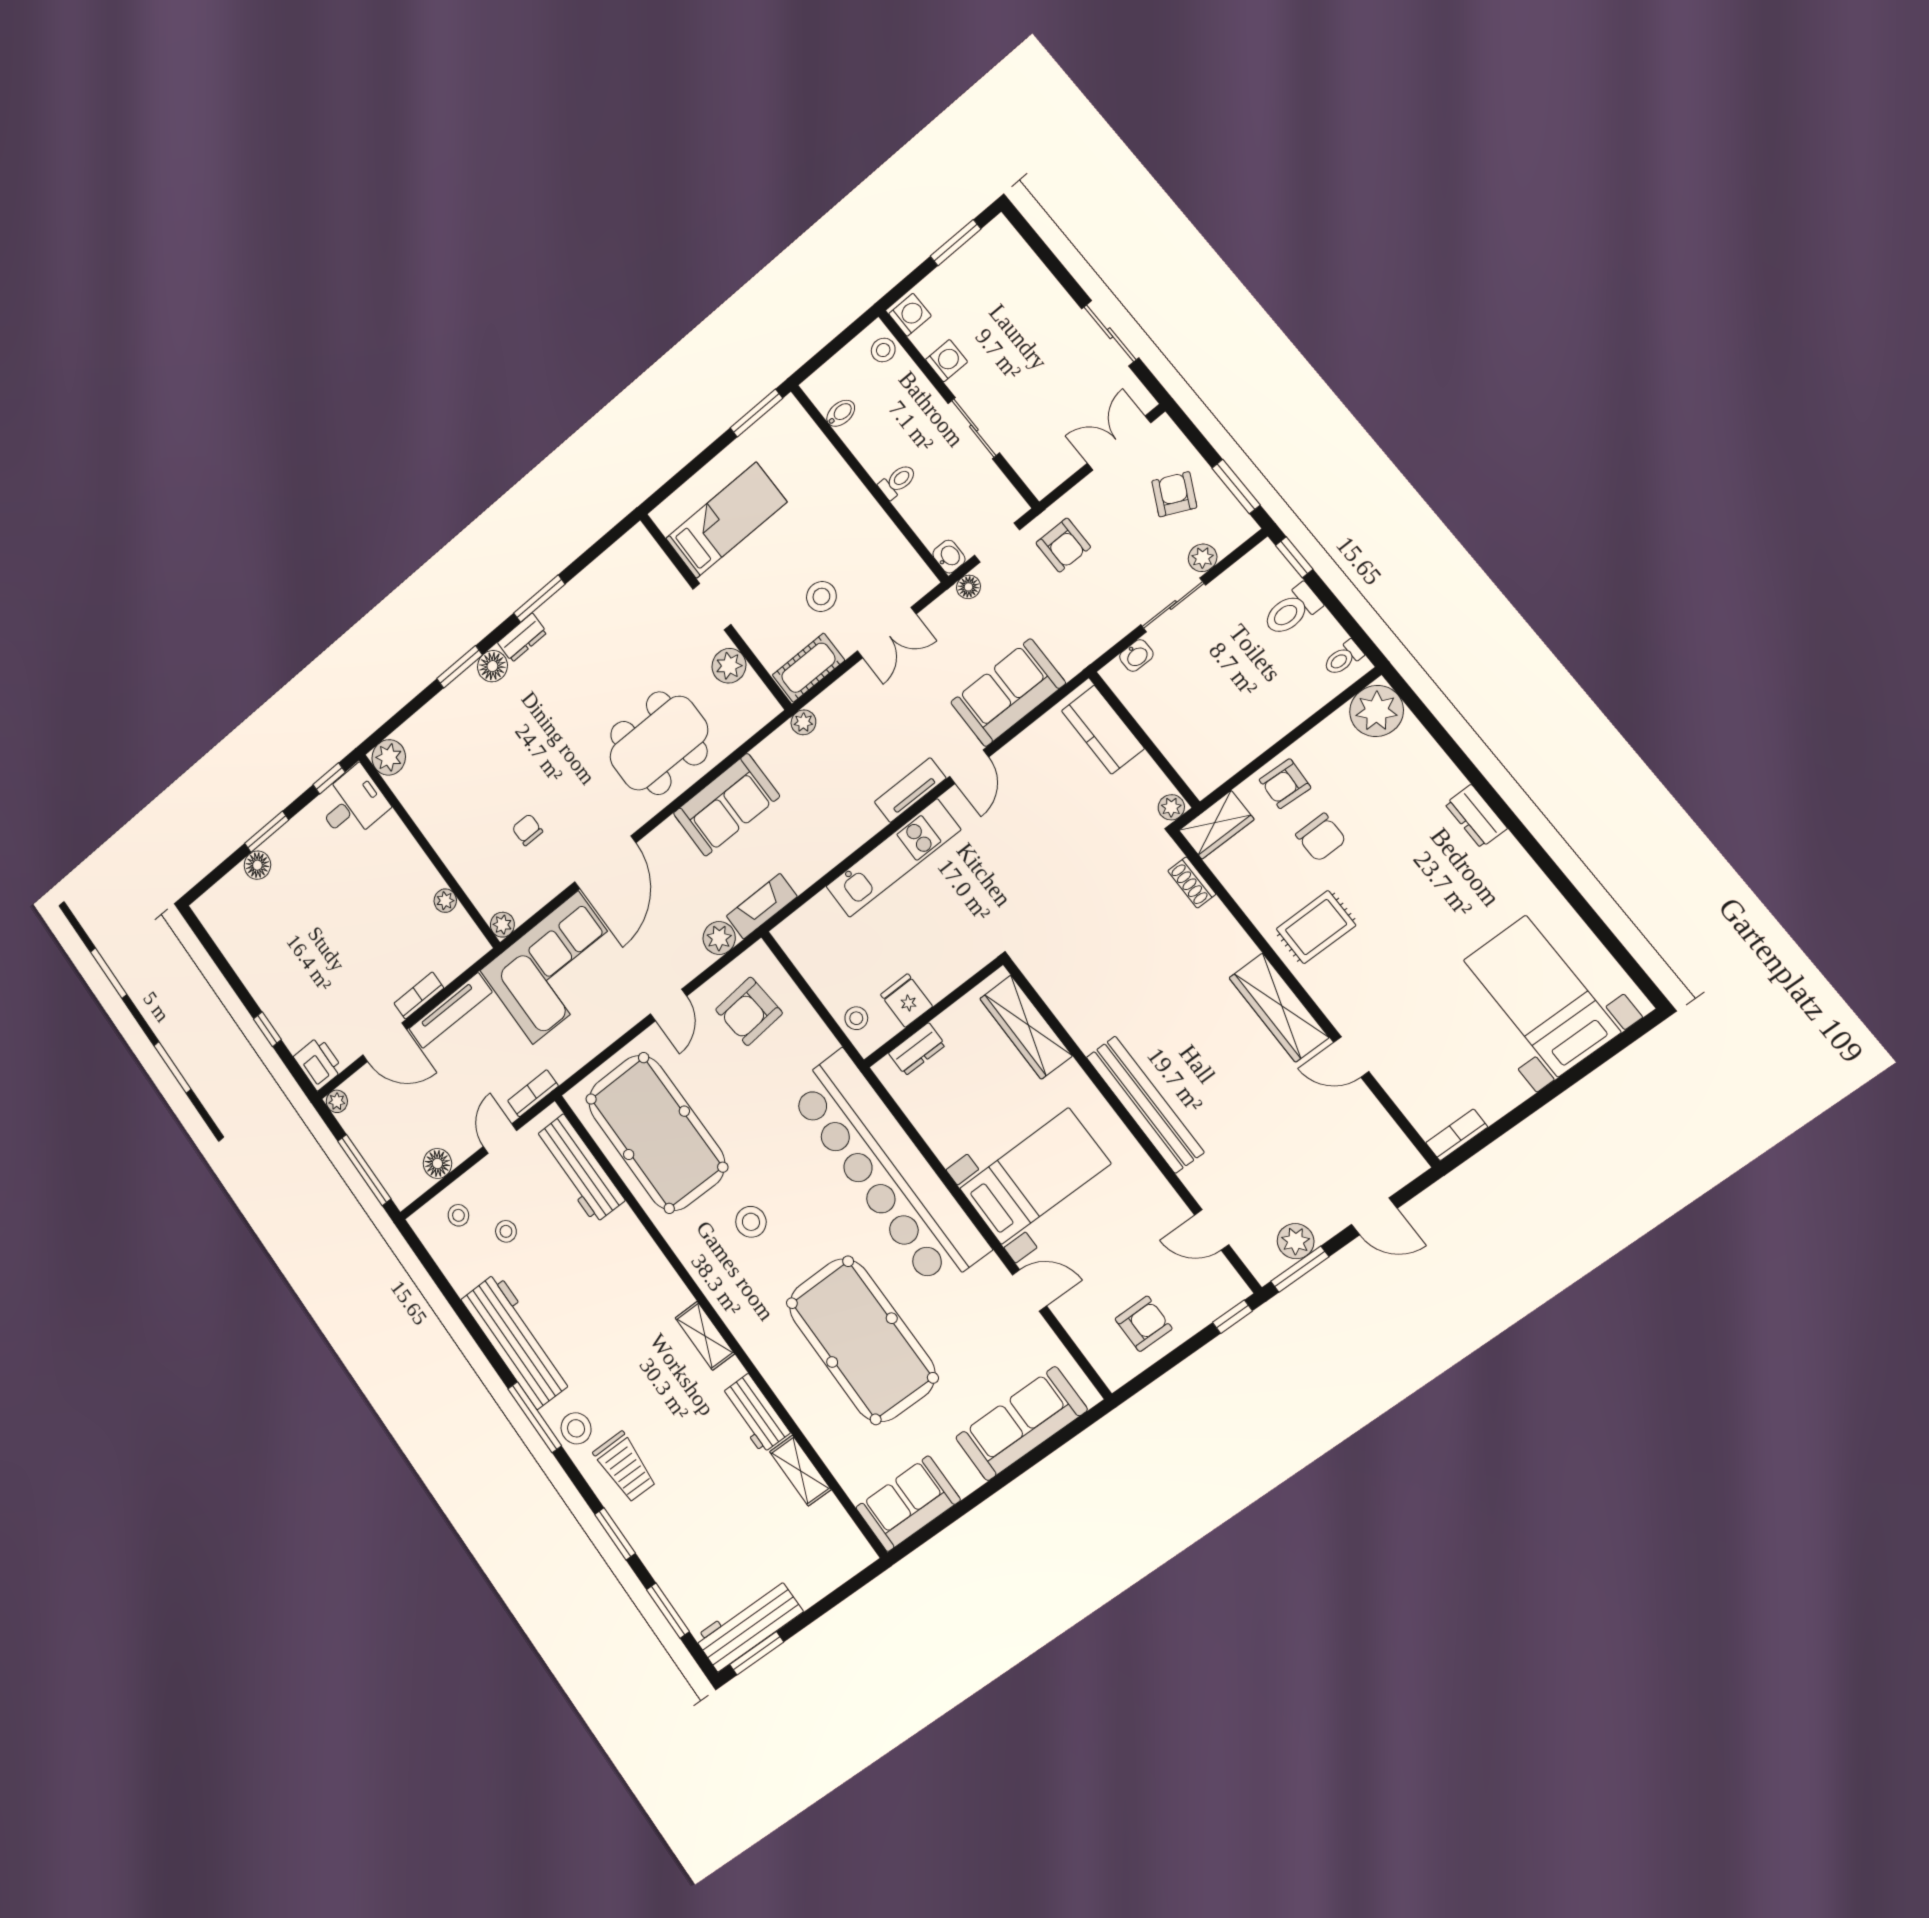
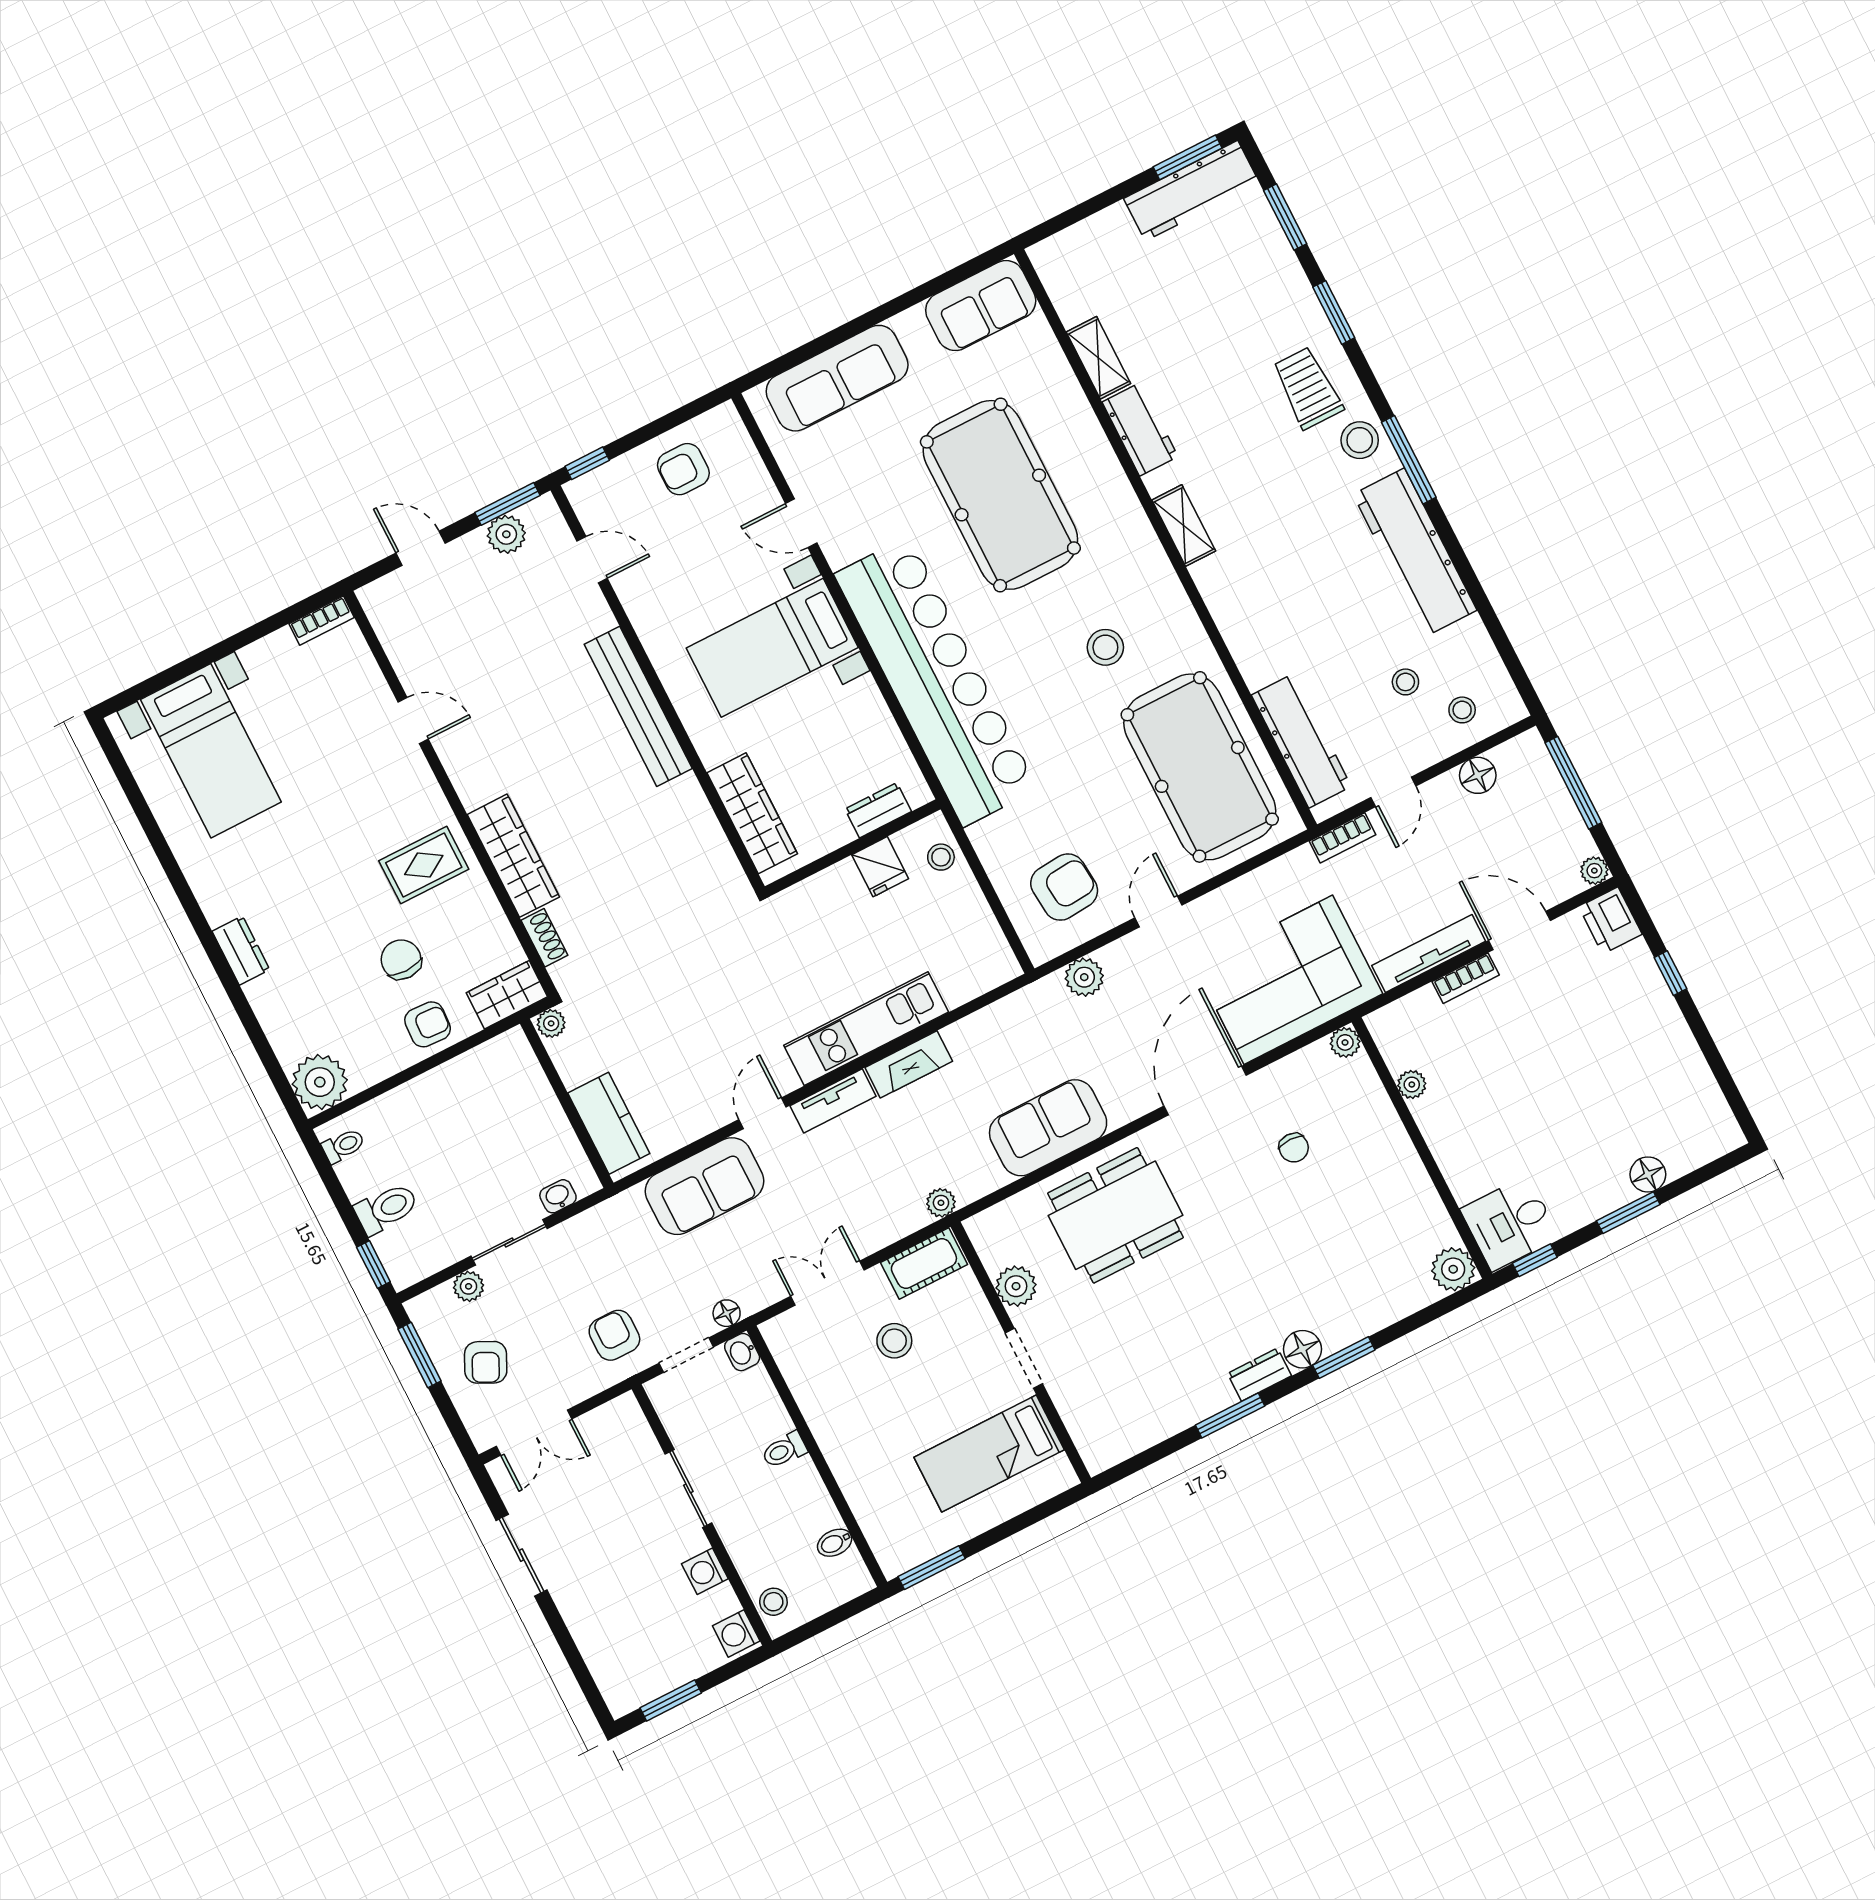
fireplace: (762, 906) -> (909, 1064), moved
wardrobe: (1279, 1008) -> (513, 856), moved

